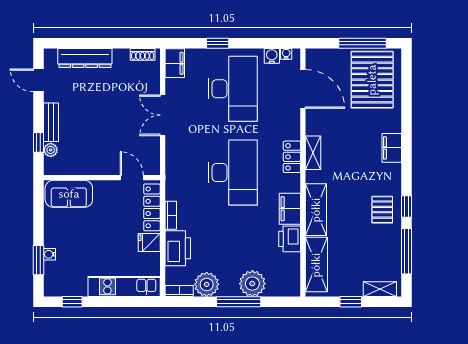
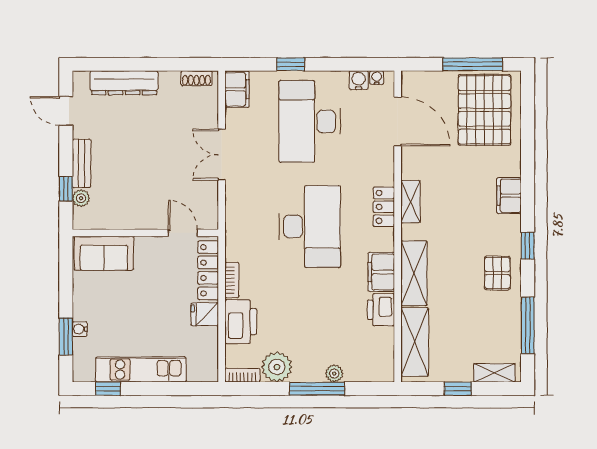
desk: (233, 89) -> (310, 121), turned 180
window: (406, 207) -> (528, 246), moved
plant: (252, 284) -> (334, 373), width x0.53, depth x0.53
kitchen unit: (124, 286) -> (141, 369), moved

